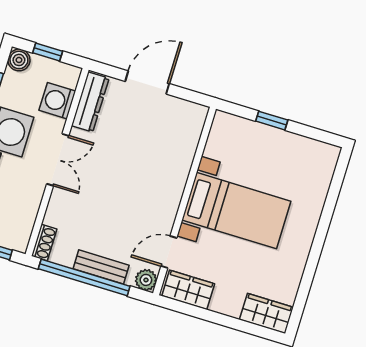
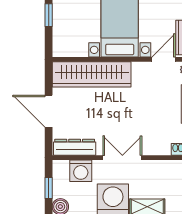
wardrobe: (178, 153) -> (92, 74), added
door: (169, 252) -> (163, 59), swing flipped

